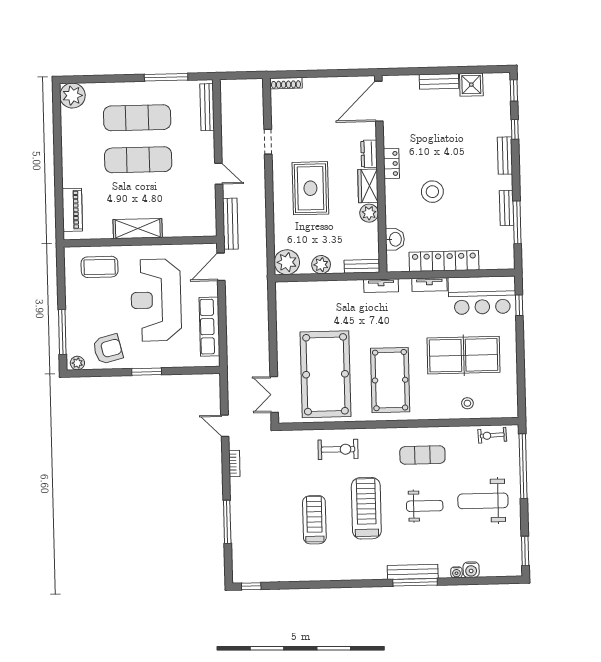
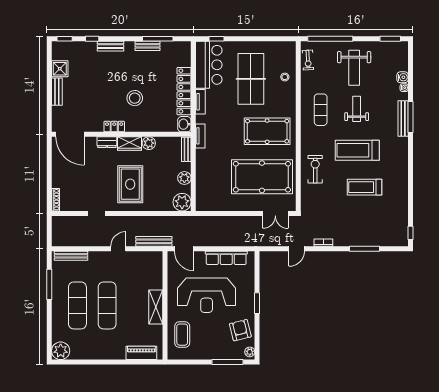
rug: (310, 188) -> (130, 184), turned 90
washbasin: (395, 239) -> (184, 124), moved, turned -90

